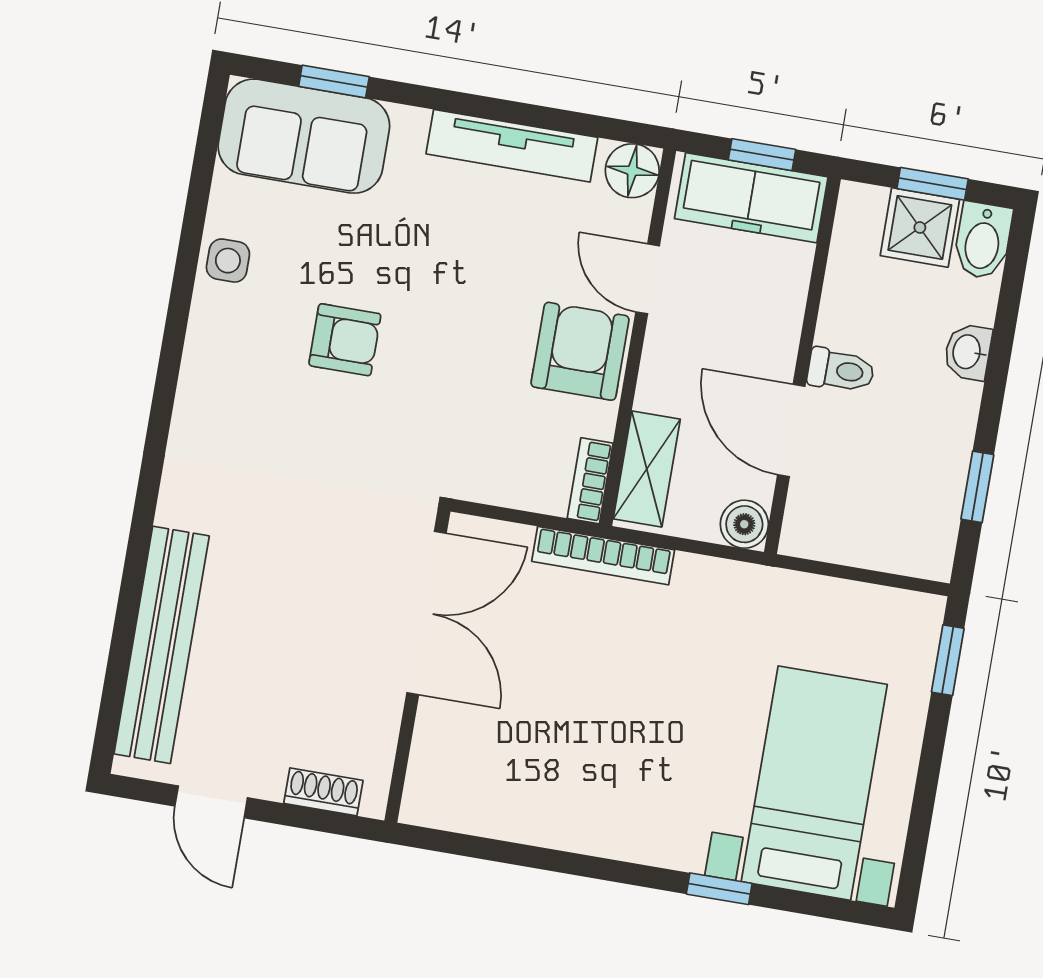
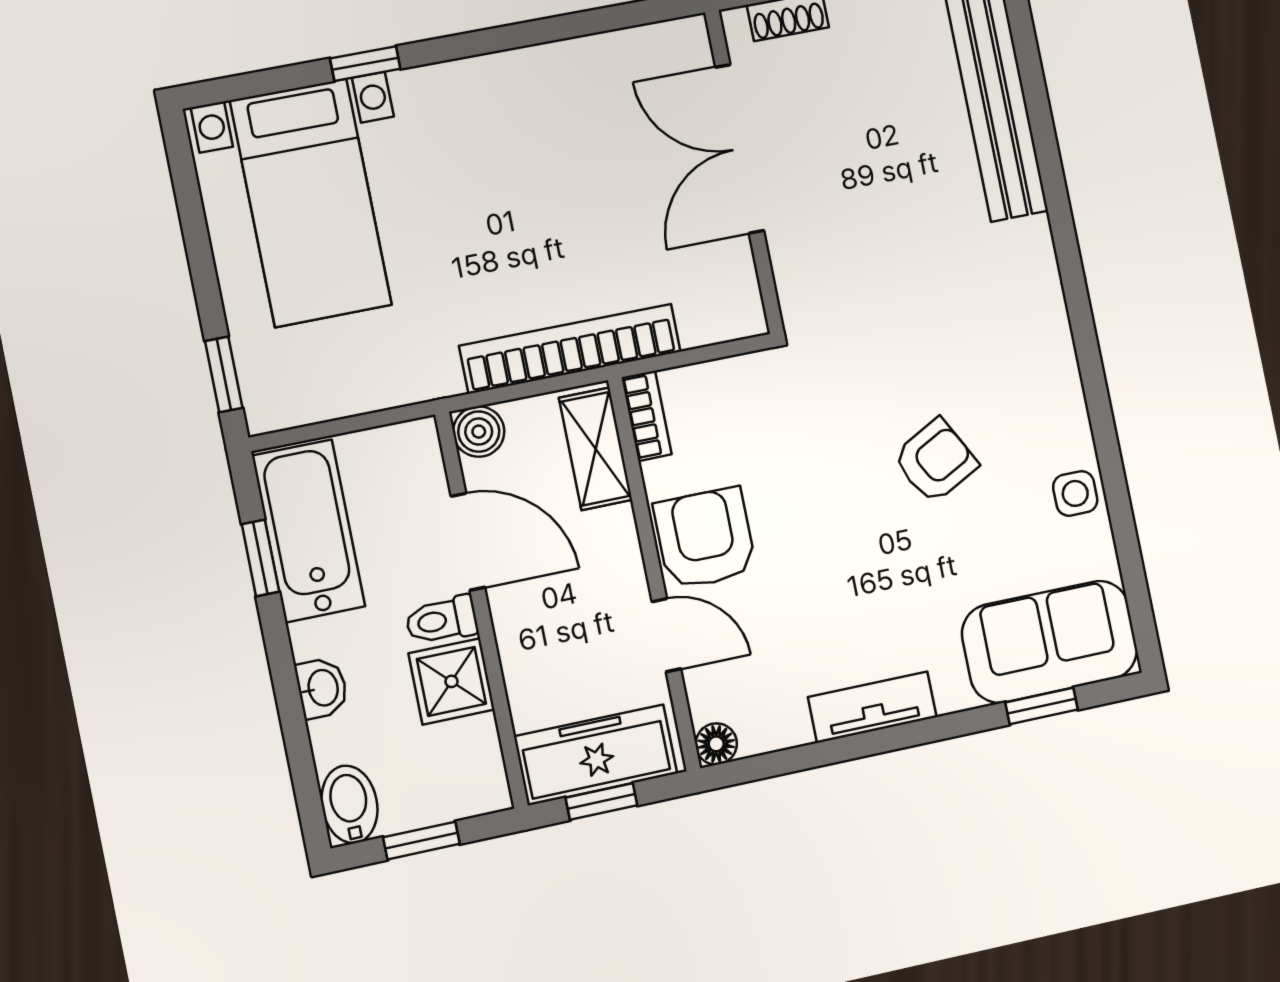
tv unit: (512, 146) -> (872, 707), width x0.71
floor lamp: (632, 171) -> (716, 744), width x0.73, depth x0.73
shower: (920, 228) -> (451, 681), moved
armchair: (345, 340) -> (935, 461), turned 152
armchair: (580, 351) -> (705, 538), turned 180
bathtub: (927, 494) -> (308, 531), added
bookcase: (603, 556) -> (570, 349), width x1.48, depth x1.31
double door: (427, 613) -> (740, 149), moved

